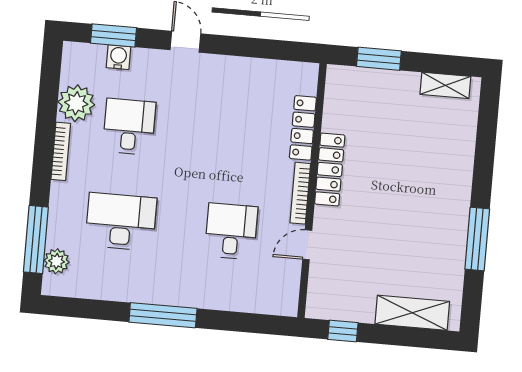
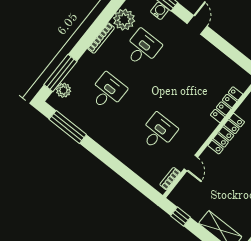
bookcase: (300, 193) -> (170, 179), moved, width x0.64
desk: (121, 222) -> (108, 92), width x0.73
door: (307, 245) -> (191, 163), swing flipped
window: (163, 315) -> (68, 127), moved

